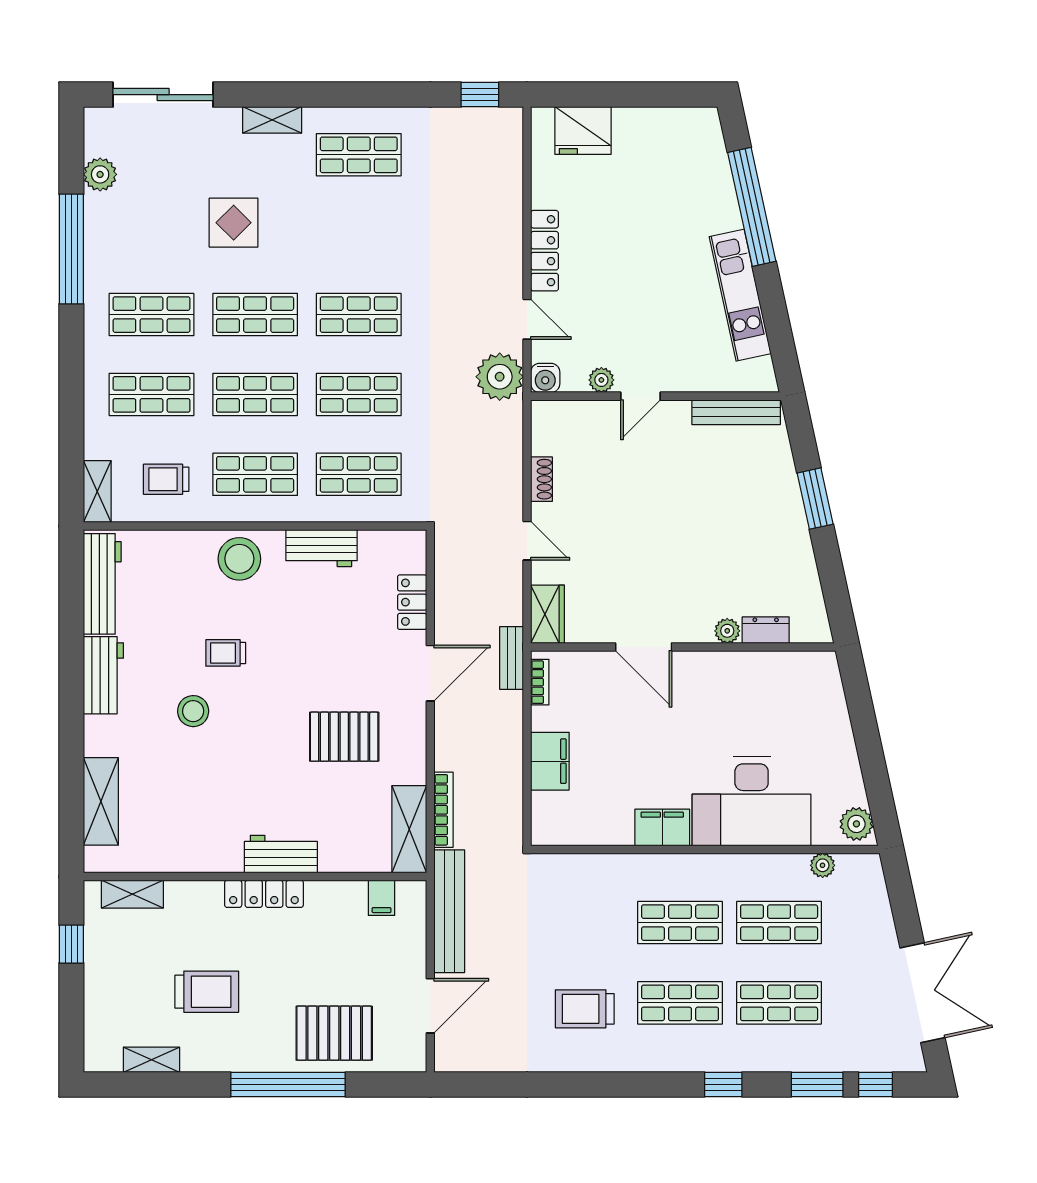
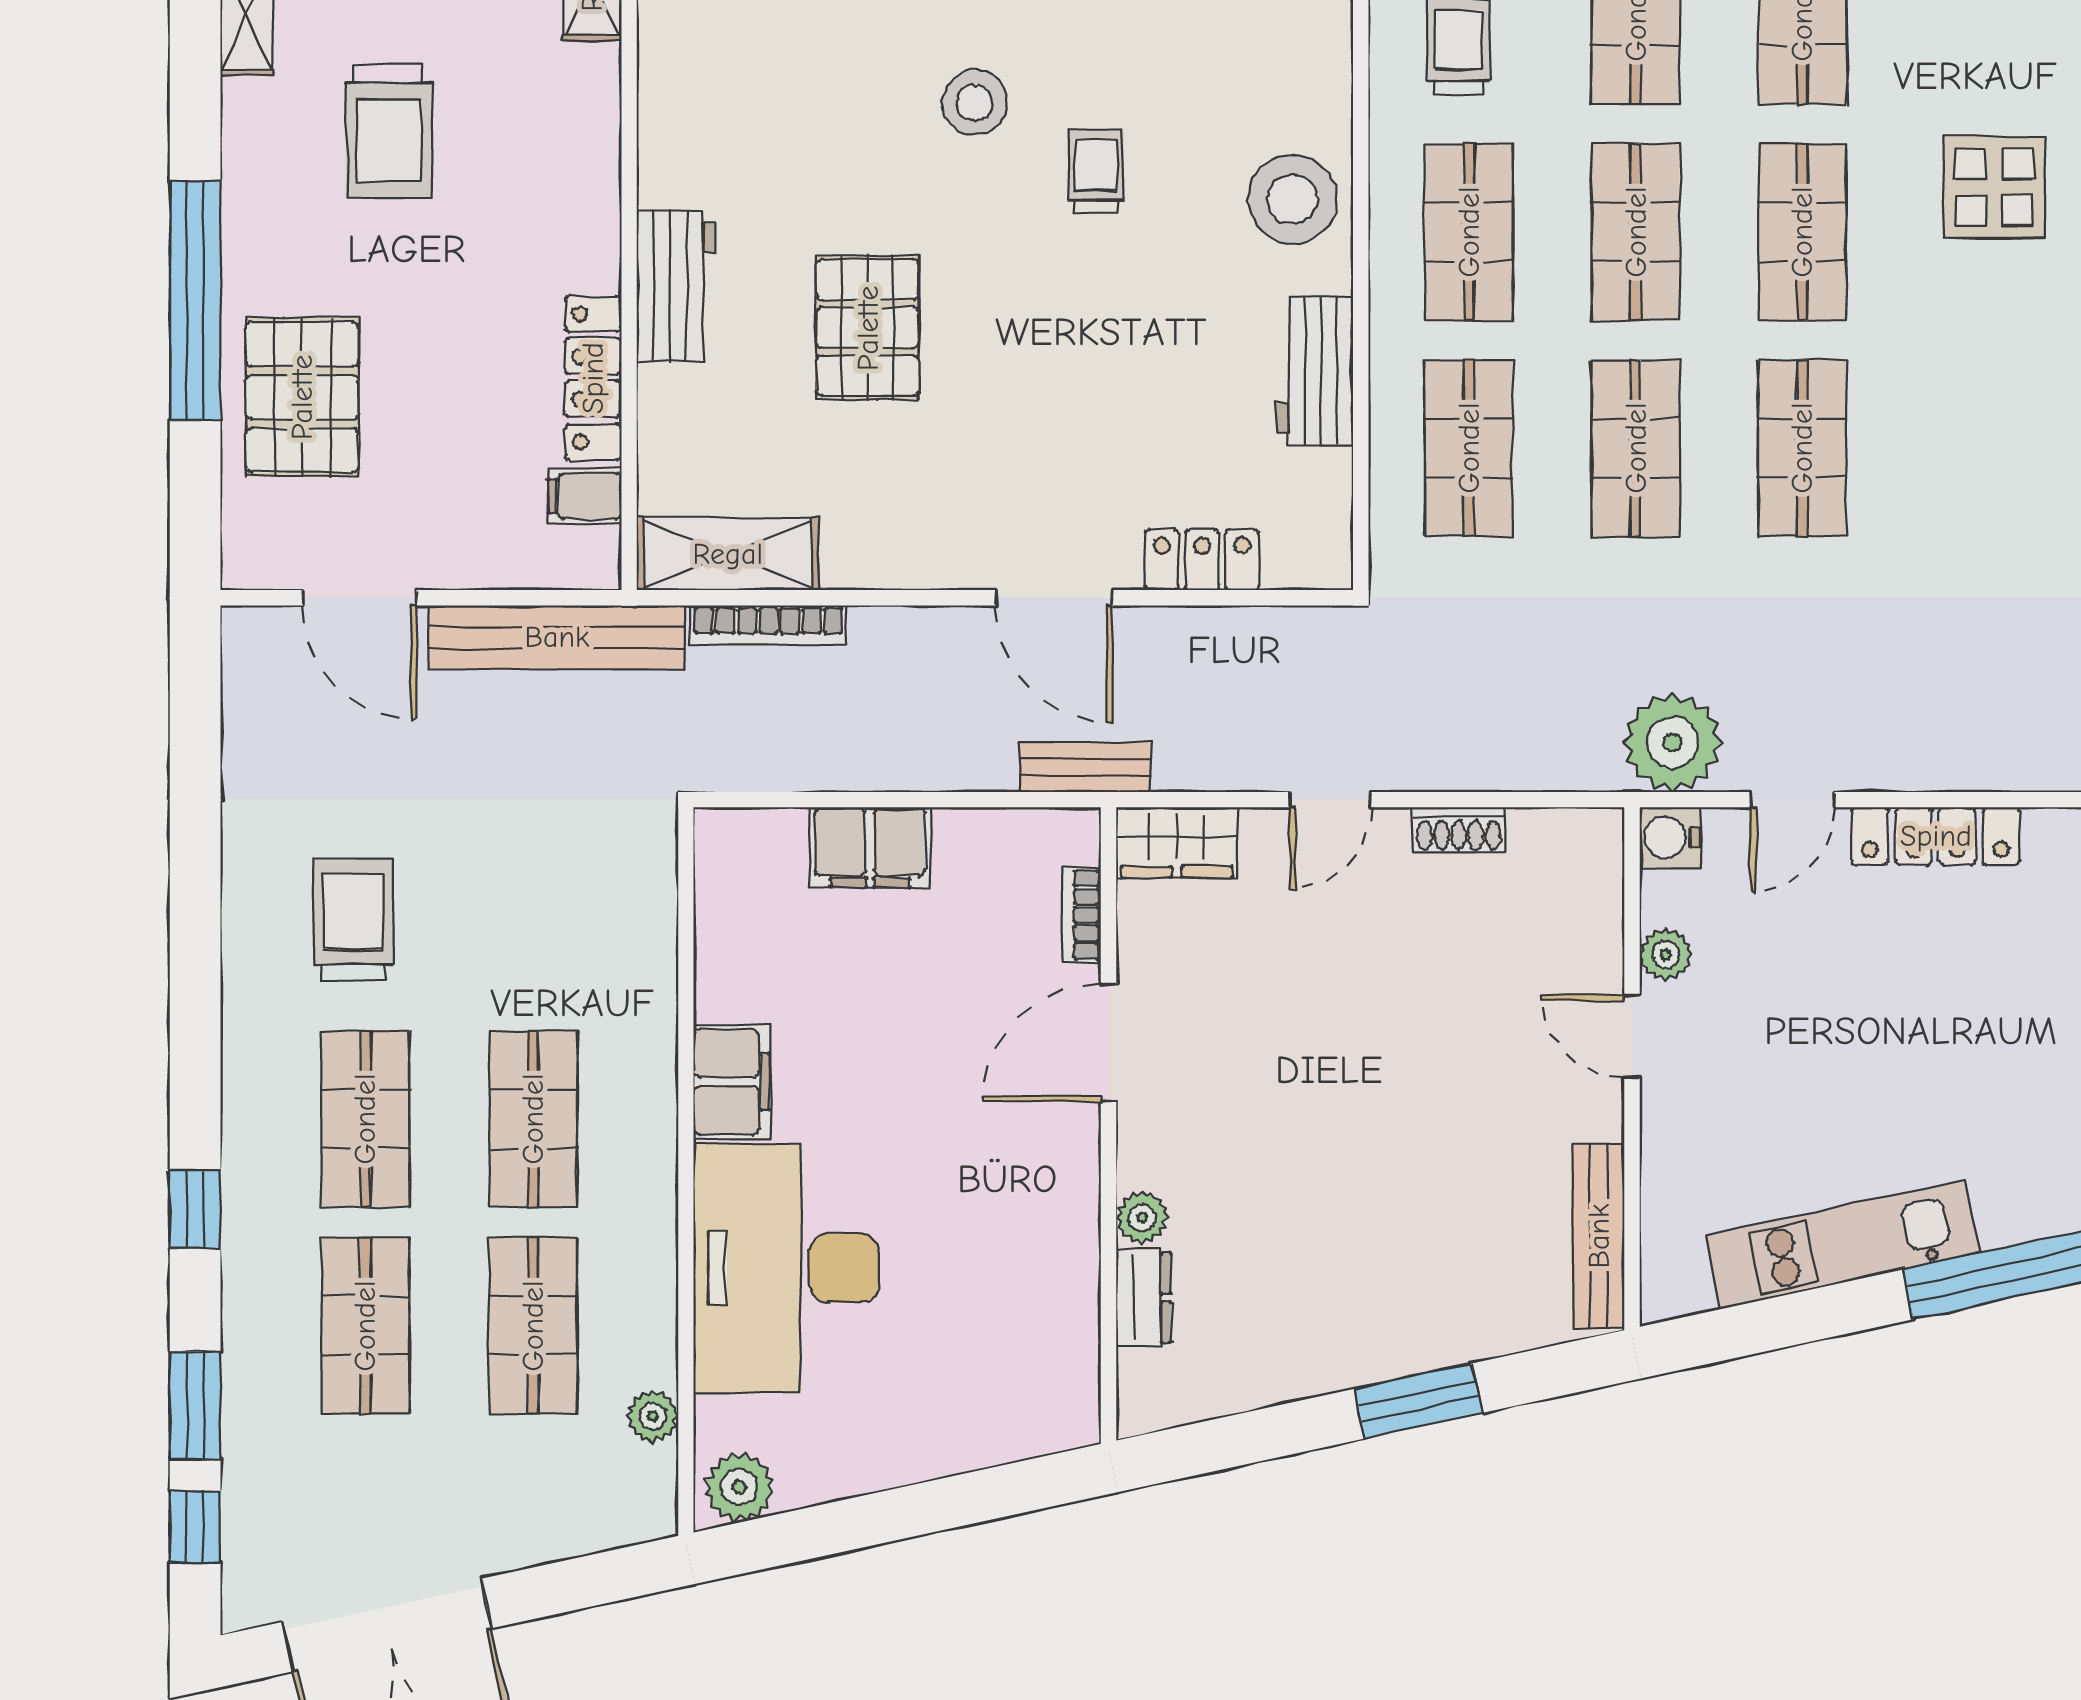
bookcase: (540, 682) -> (1082, 915), moved, turned 90
pallet: (344, 737) -> (868, 328), moved
locker: (264, 894) -> (593, 378), moved

